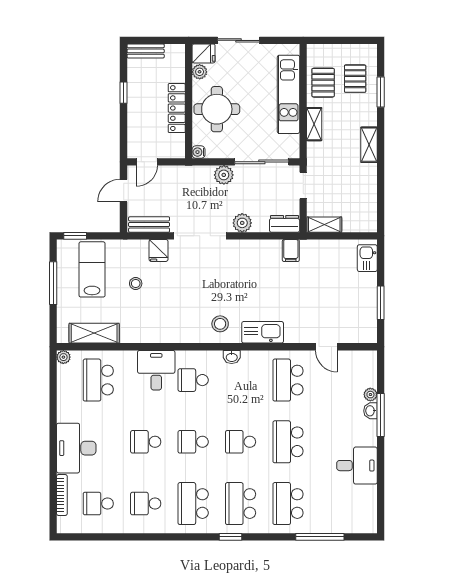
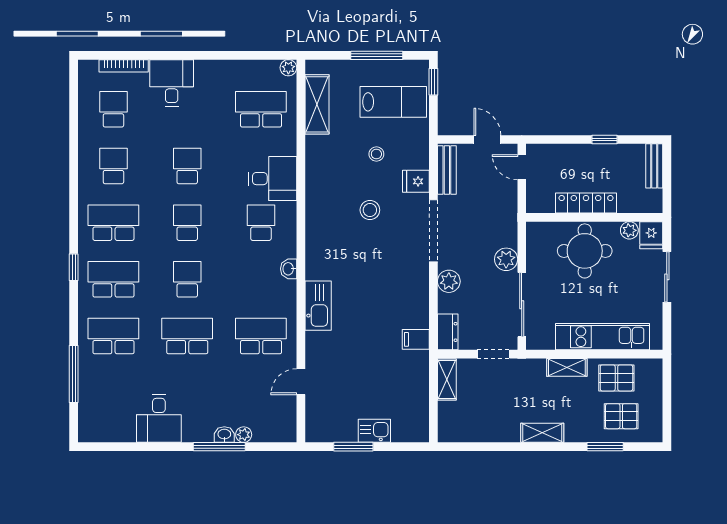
water cooler: (198, 152) -> (533, 229), removed
kitchen sink: (367, 258) -> (374, 431), moved
stool: (220, 324) -> (370, 210), moved
desk: (76, 448) -> (172, 83), width x0.73

